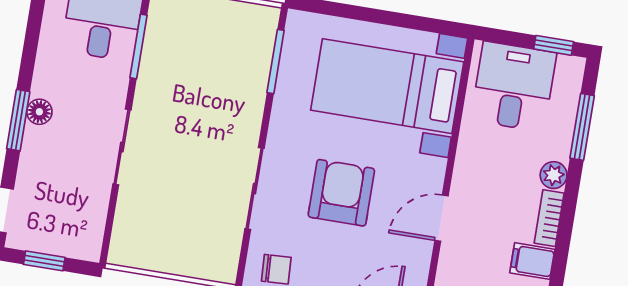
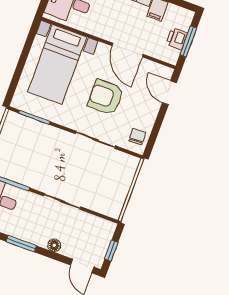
floor lamp: (39, 112) -> (54, 245), moved
window: (18, 120) -> (21, 244), moved
door: (441, 218) -> (128, 50), width x1.38

